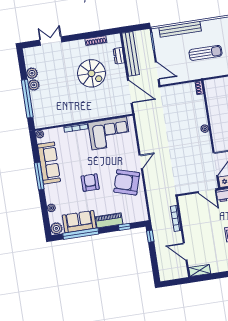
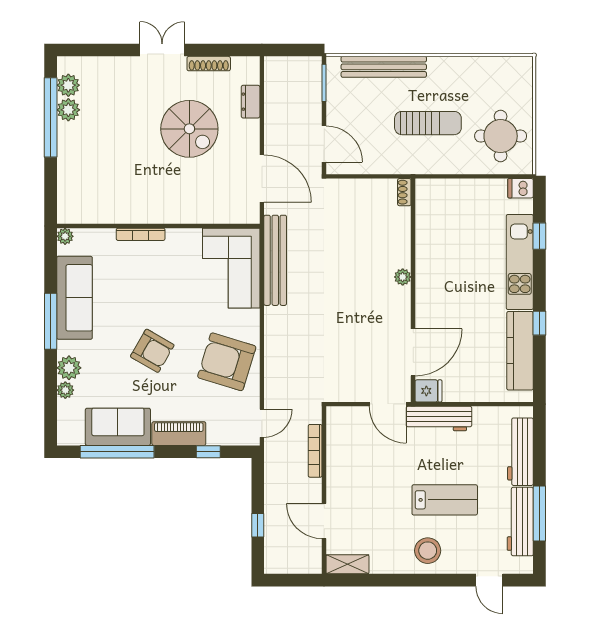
double door: (51, 41) -> (162, 50), moved
bench: (131, 54) -> (275, 260), moved
plant: (34, 85) -> (68, 85), moved
window: (27, 99) -> (51, 117), moved
corner sofa: (109, 133) -> (231, 268), moved, turned 90
door: (141, 162) -> (262, 423), moved
armchair: (90, 183) -> (152, 351), turned 120
plant: (56, 228) -> (69, 368), moved
window: (150, 236) -> (258, 525), moved

